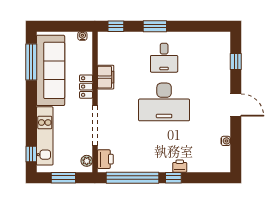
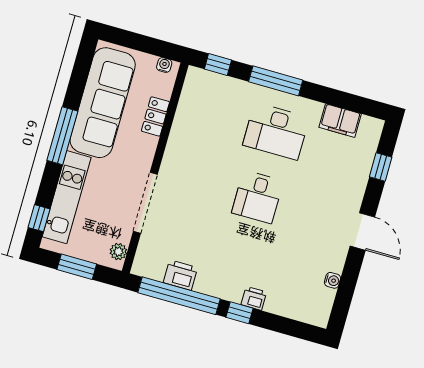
window: (155, 26) -> (276, 81), width x1.44
desk: (164, 58) -> (276, 131), width x1.37
window: (31, 62) -> (62, 136), moved
filing cabinet: (106, 77) -> (340, 121), moved, turned 90
locker: (86, 87) -> (155, 116), moved
desk: (164, 102) -> (257, 197), width x0.53, depth x0.77
printer: (105, 159) -> (180, 275), moved, turned -90

